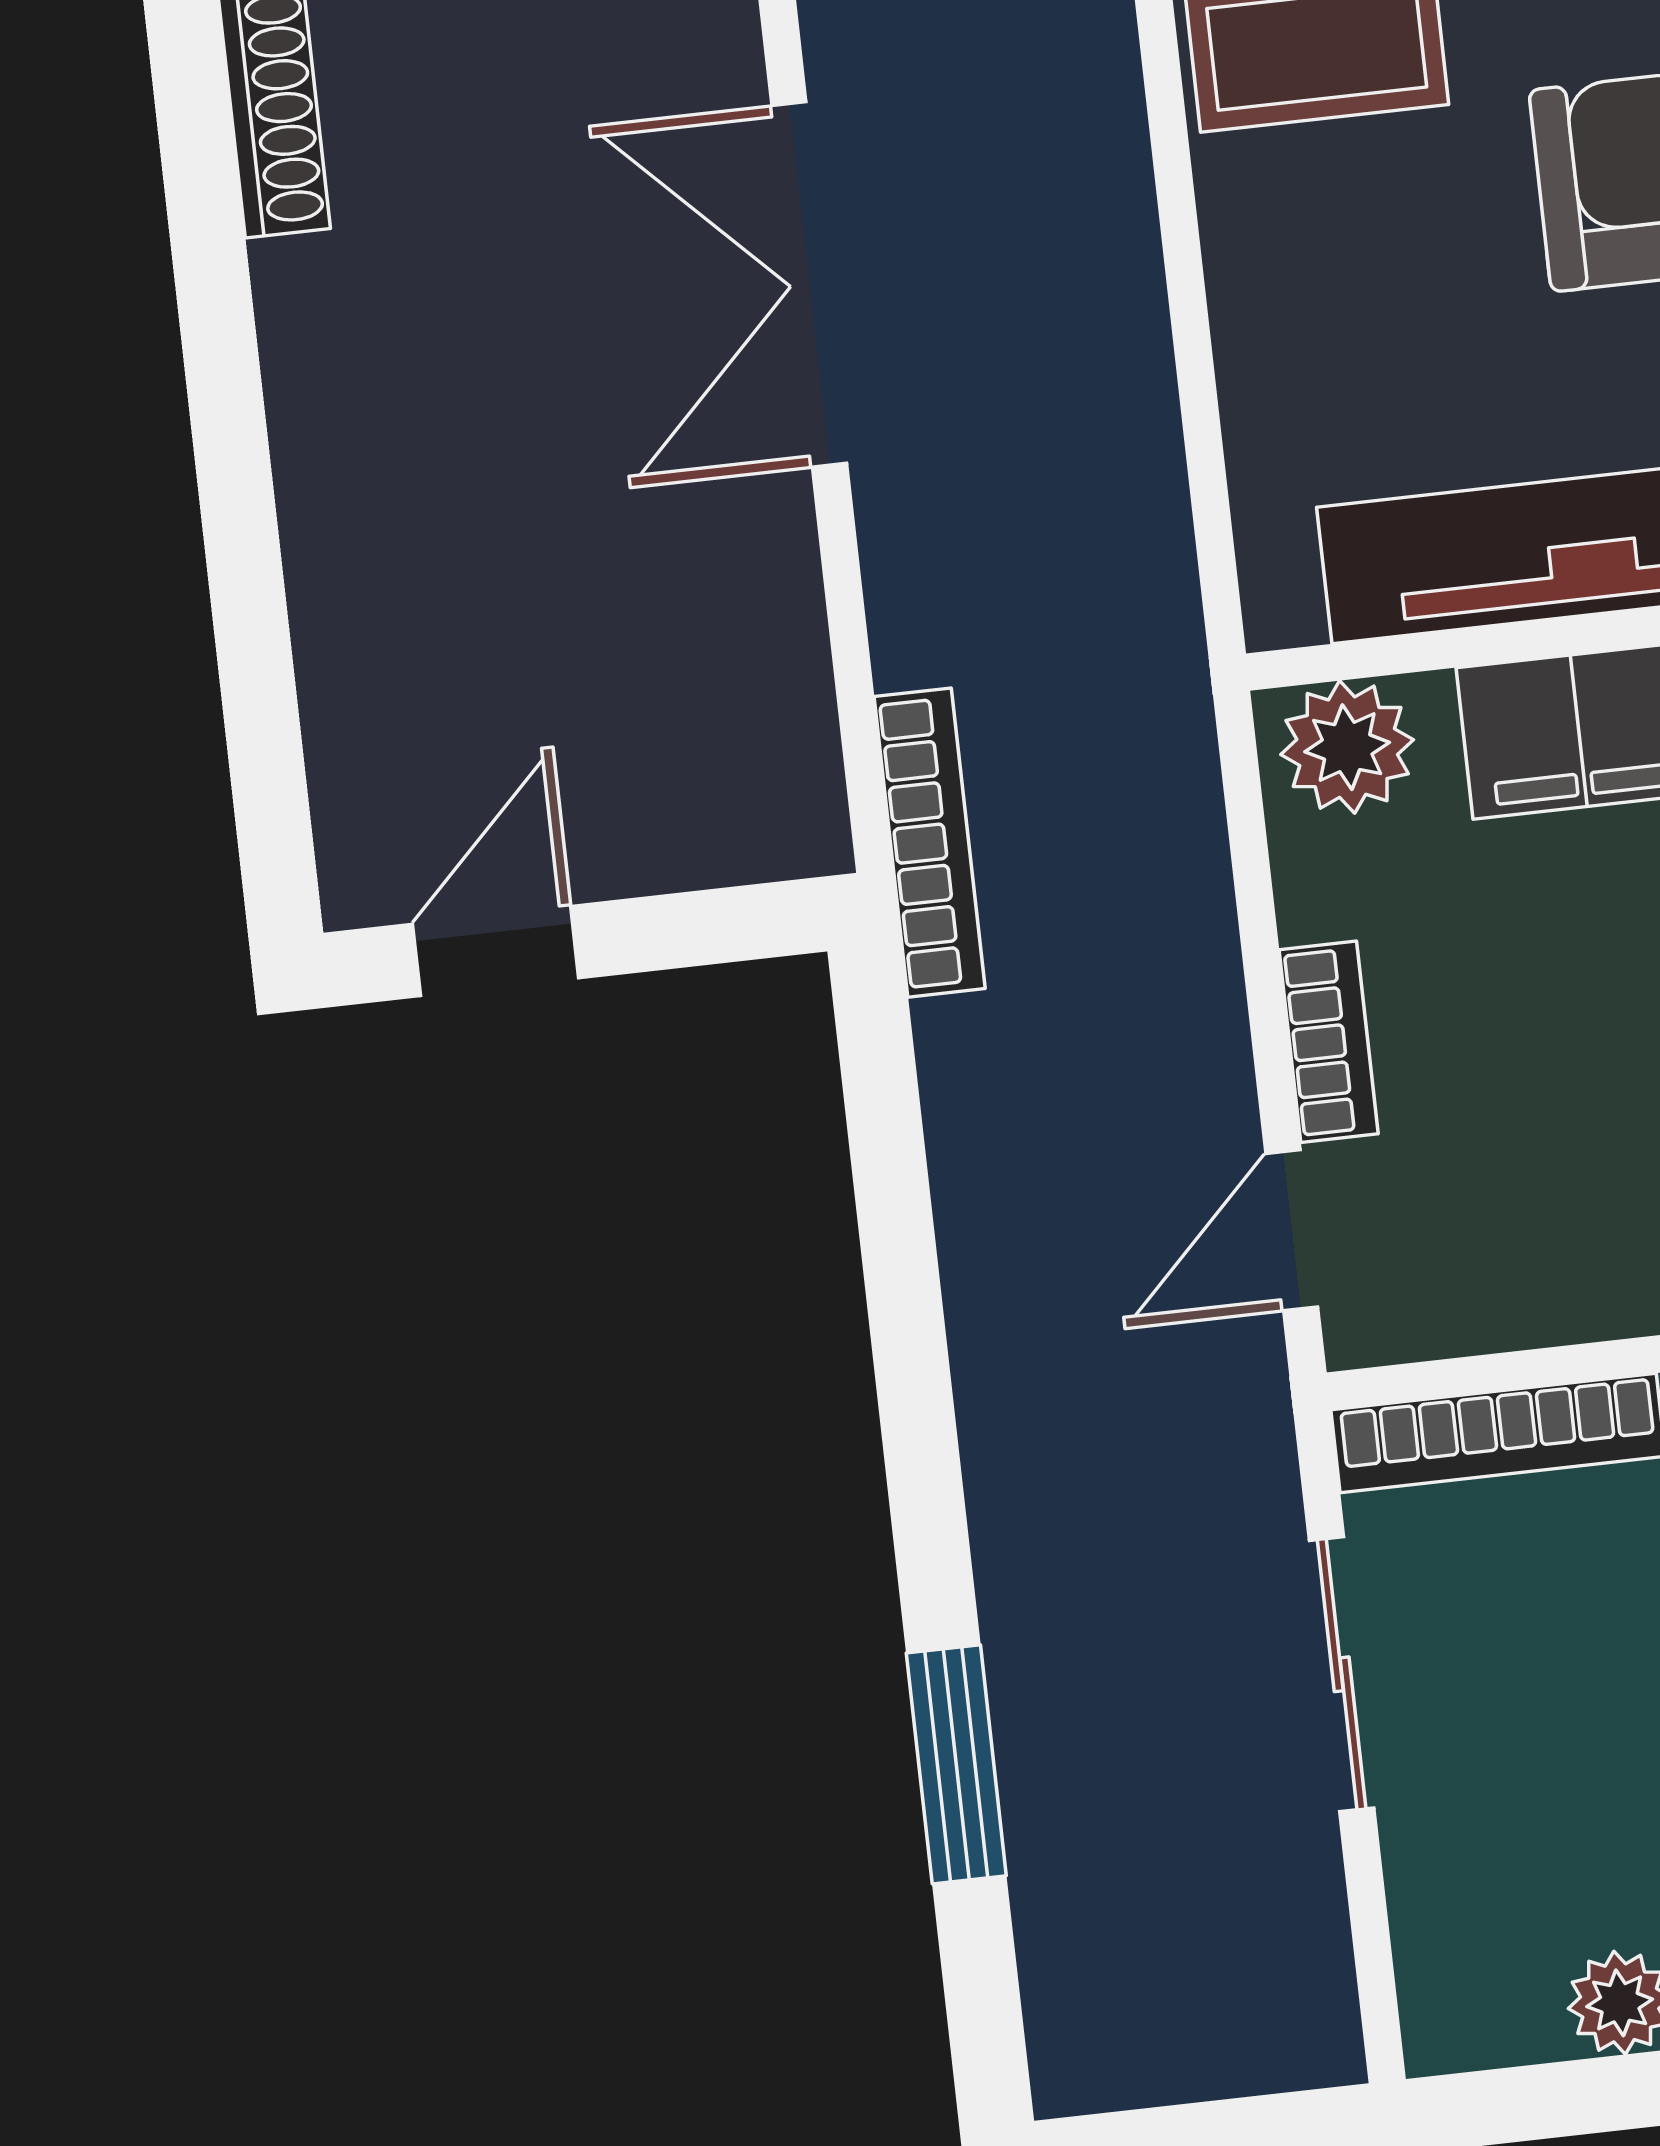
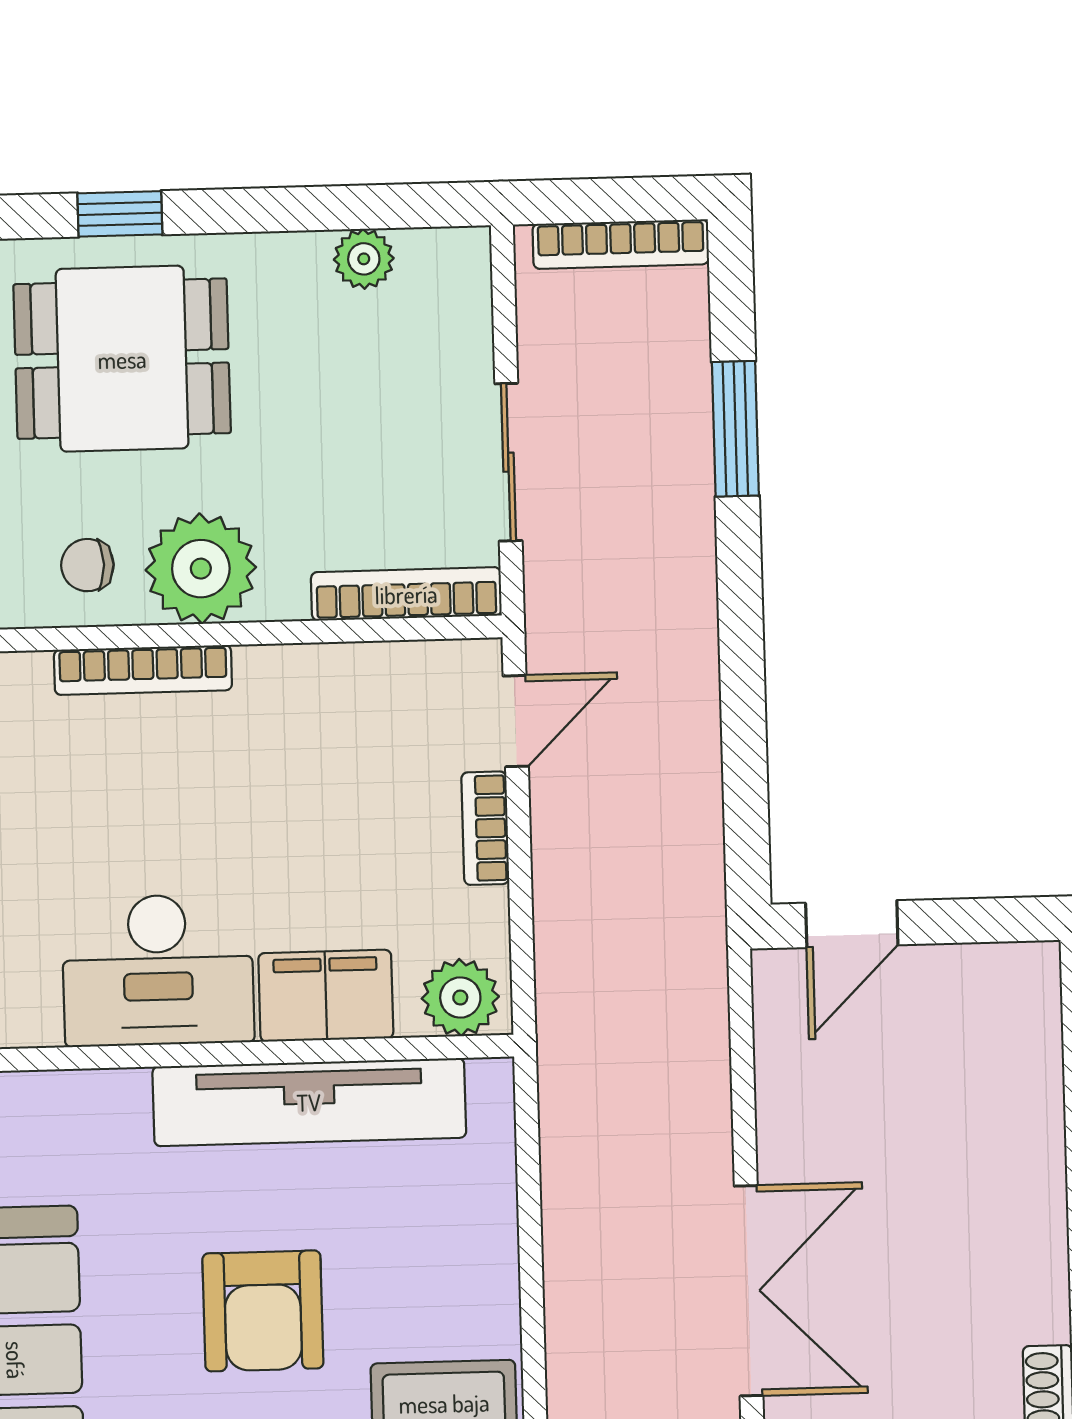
bookcase: (930, 843) -> (621, 244), moved, turned -90
door: (496, 951) -> (852, 924), moved

